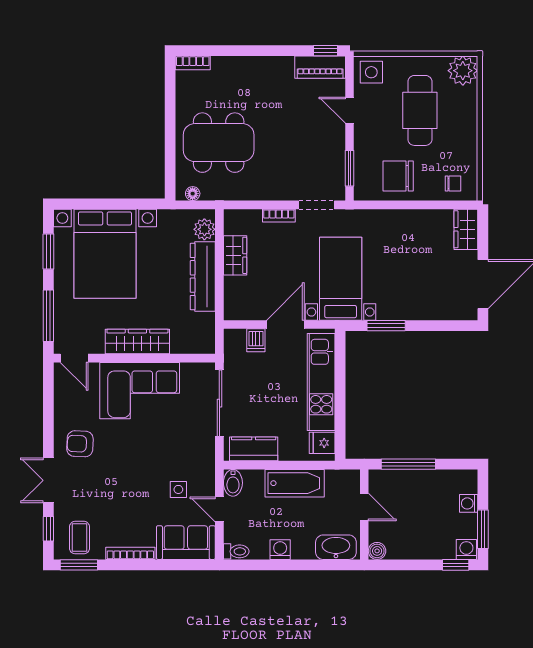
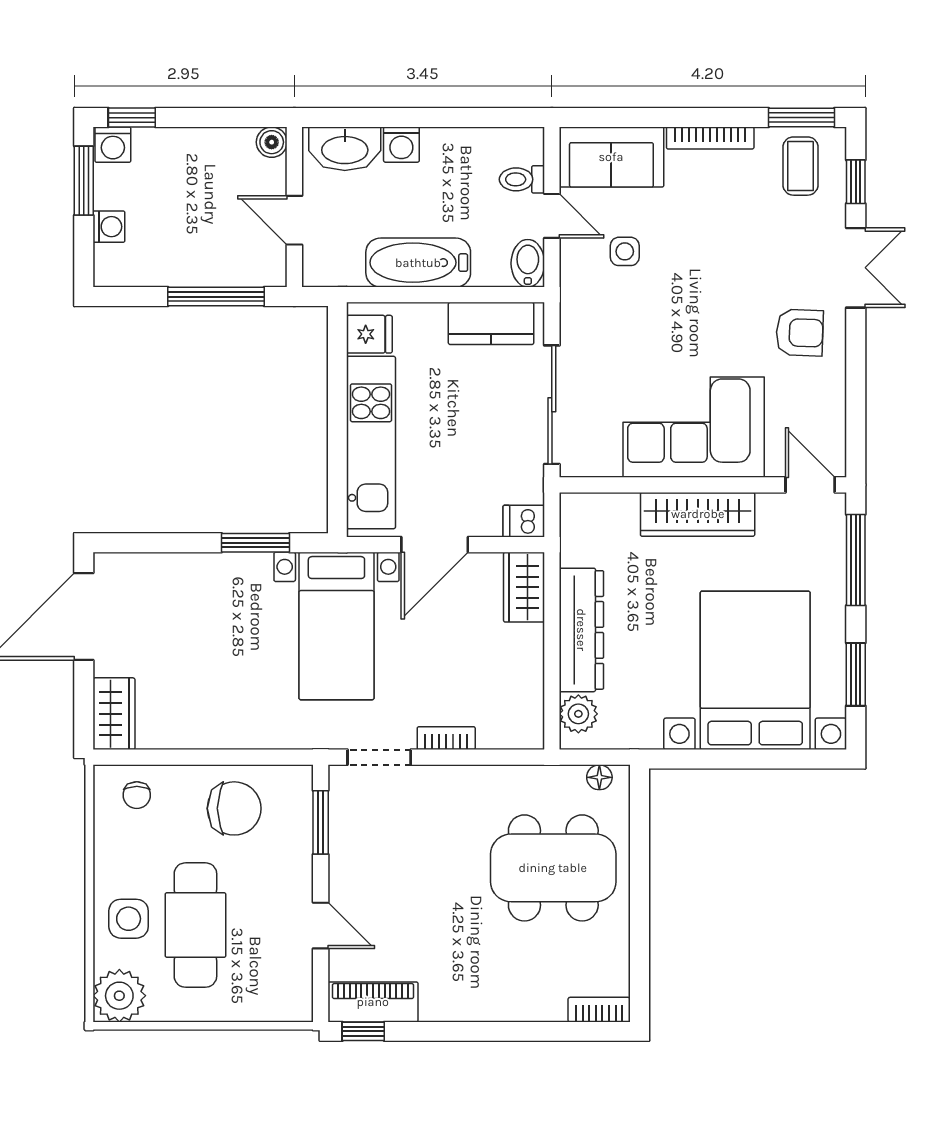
side table: (371, 72) -> (129, 919), moved
chair: (453, 184) -> (137, 795), turned -90
wardrobe: (235, 255) -> (524, 587), moved
dishwasher: (256, 340) -> (524, 521), moved, turned -90
washing machine: (280, 550) -> (401, 145), moved
toilet: (236, 551) -> (522, 179), moved

